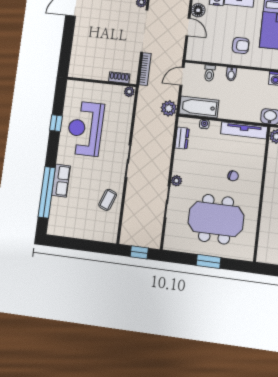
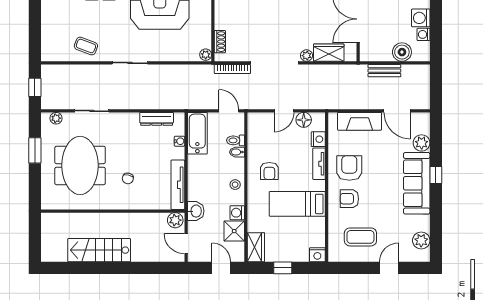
bidet: (231, 74) -> (237, 152), moved
stool: (250, 78) -> (235, 185), added
plant: (169, 108) -> (192, 101), removed
dresser: (182, 138) -> (157, 119), width x1.44
plant: (176, 181) -> (56, 118), moved
window: (208, 261) -> (35, 150), moved

